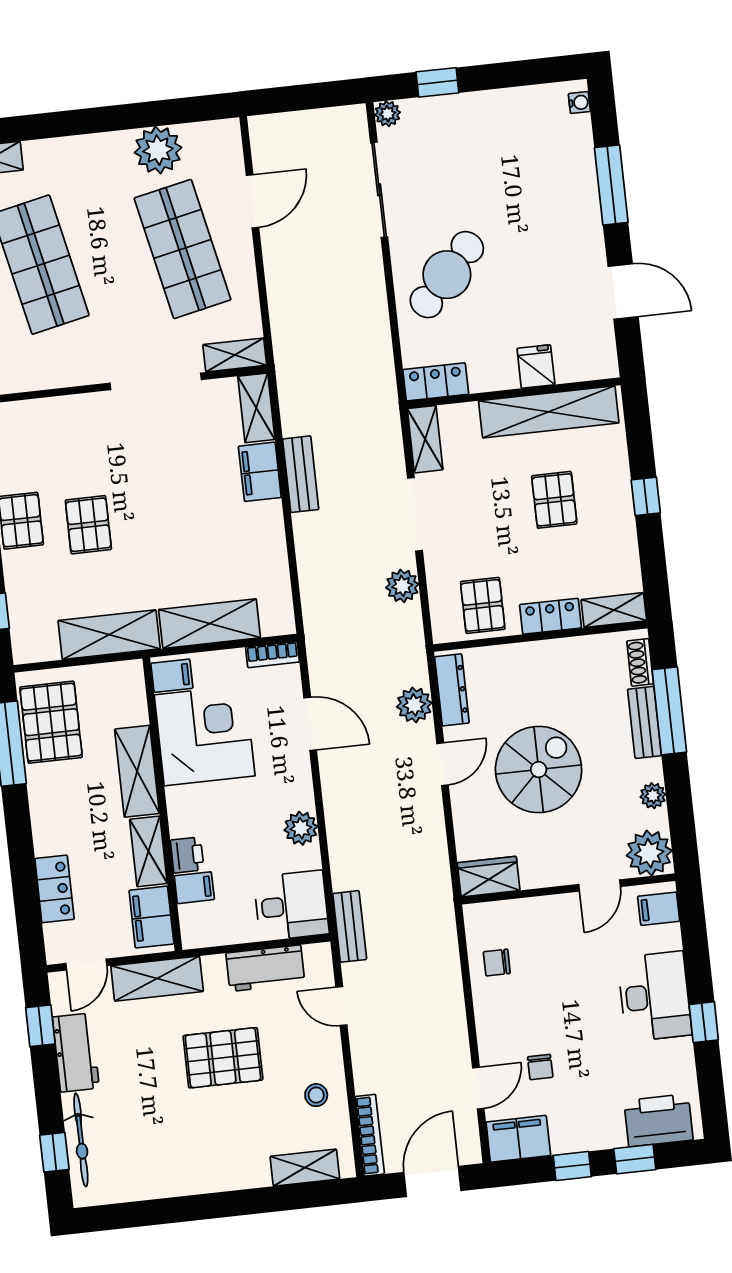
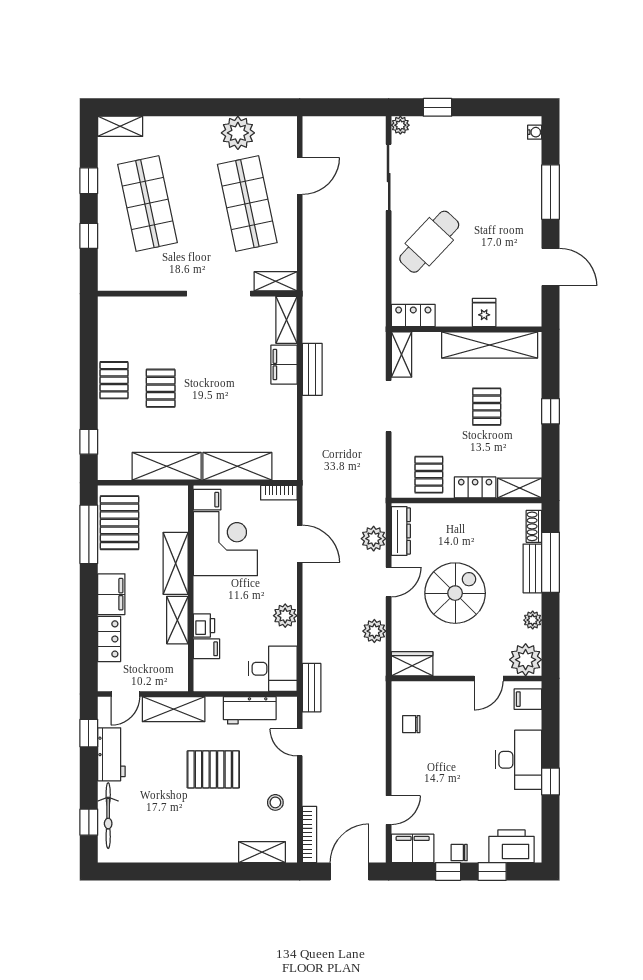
plant: (402, 586) -> (374, 631), moved
filing cabinet: (151, 917) -> (111, 594), moved, turned 180
chair: (540, 1067) -> (459, 853), moved, turned 90

